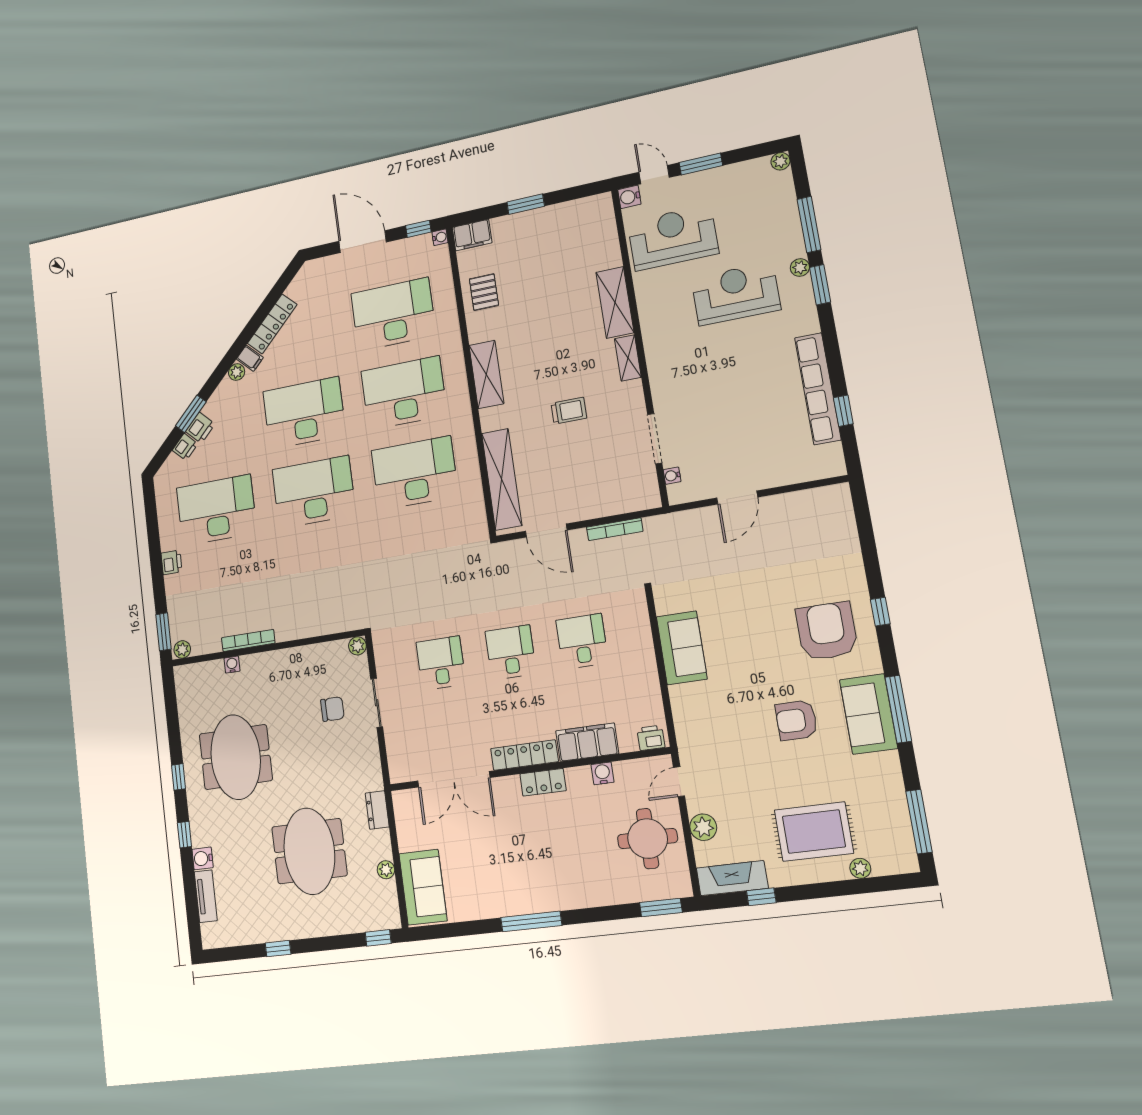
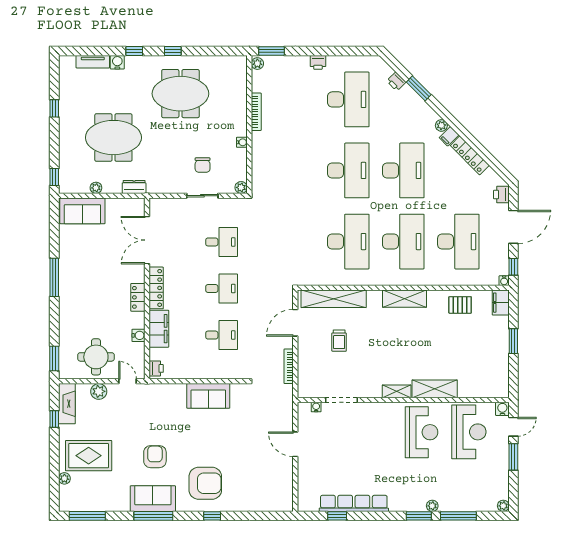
reception desk: (736, 294) -> (422, 432), moved
trolley: (569, 411) -> (339, 341), moved
printer: (200, 428) -> (501, 195), moved, turned 45
water cooler: (232, 665) -> (242, 142), moved
rug: (814, 832) -> (89, 456), turned 90

